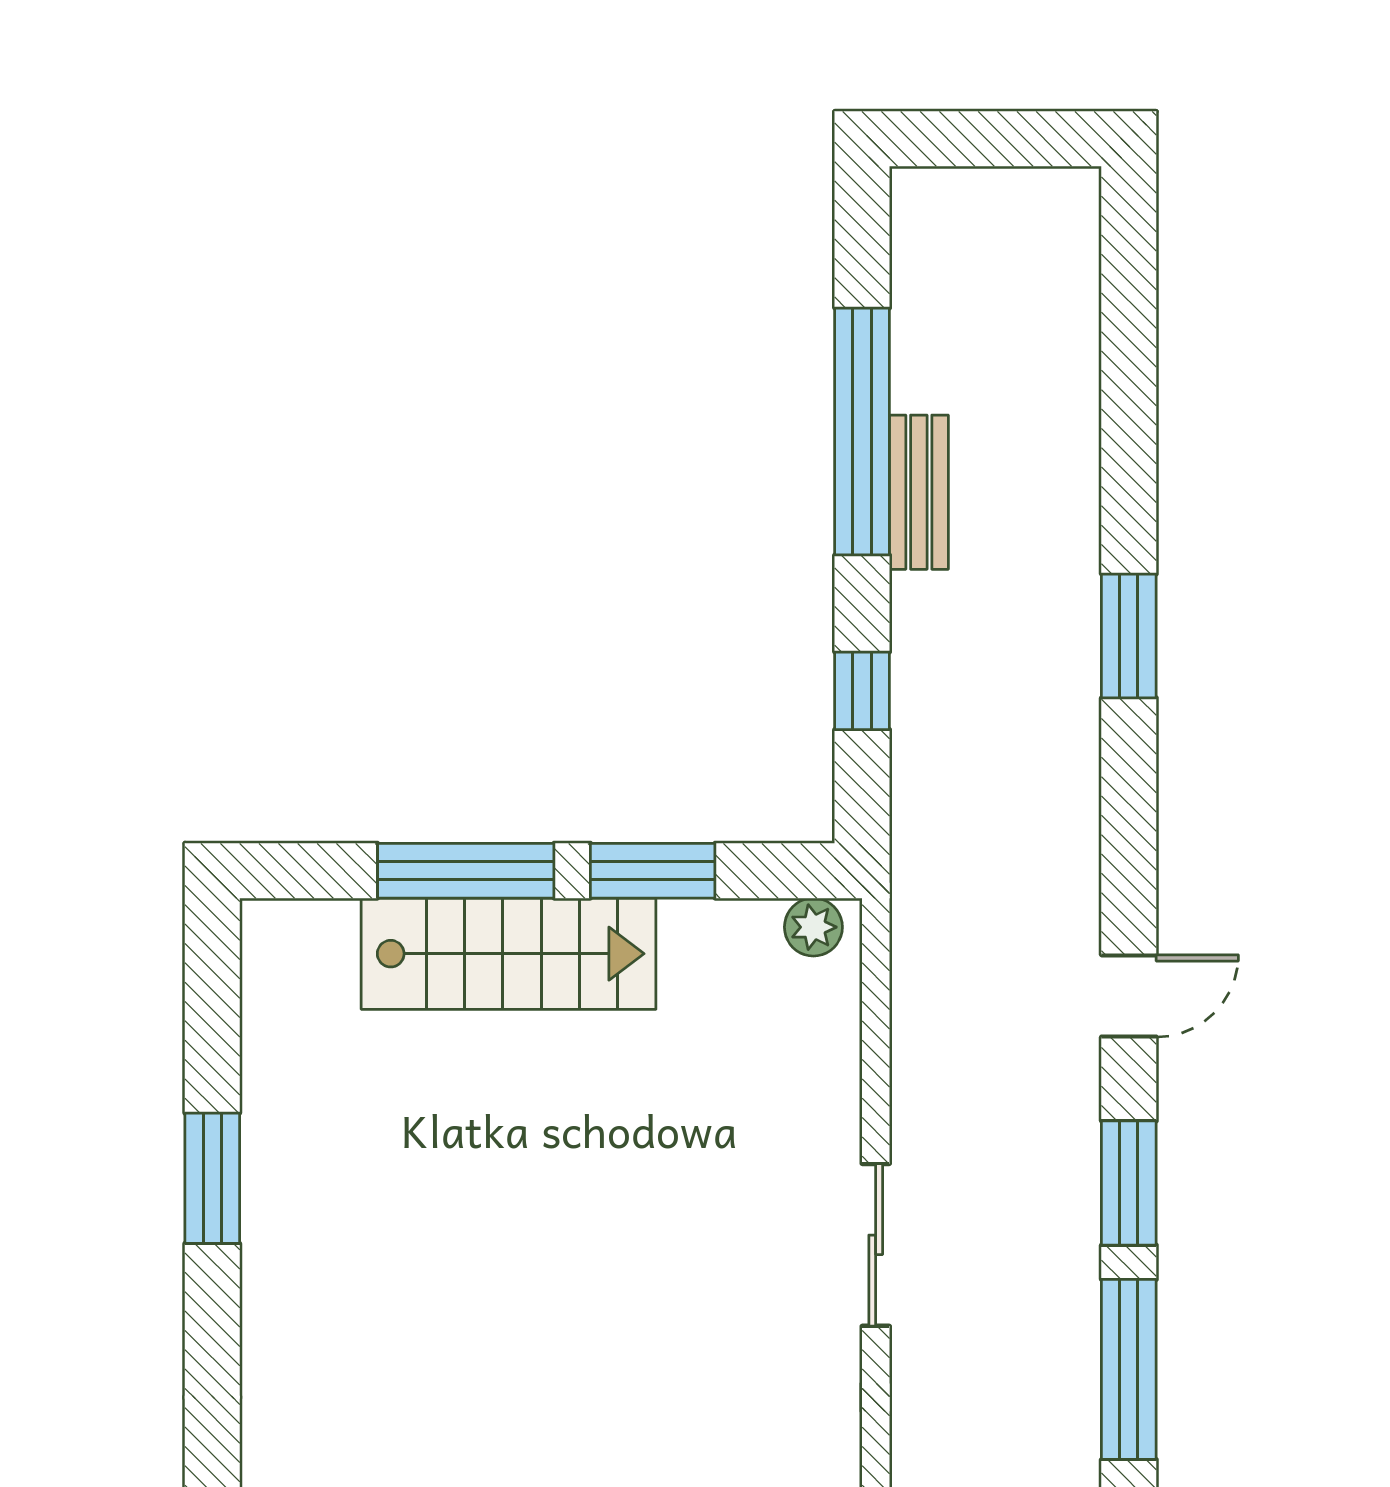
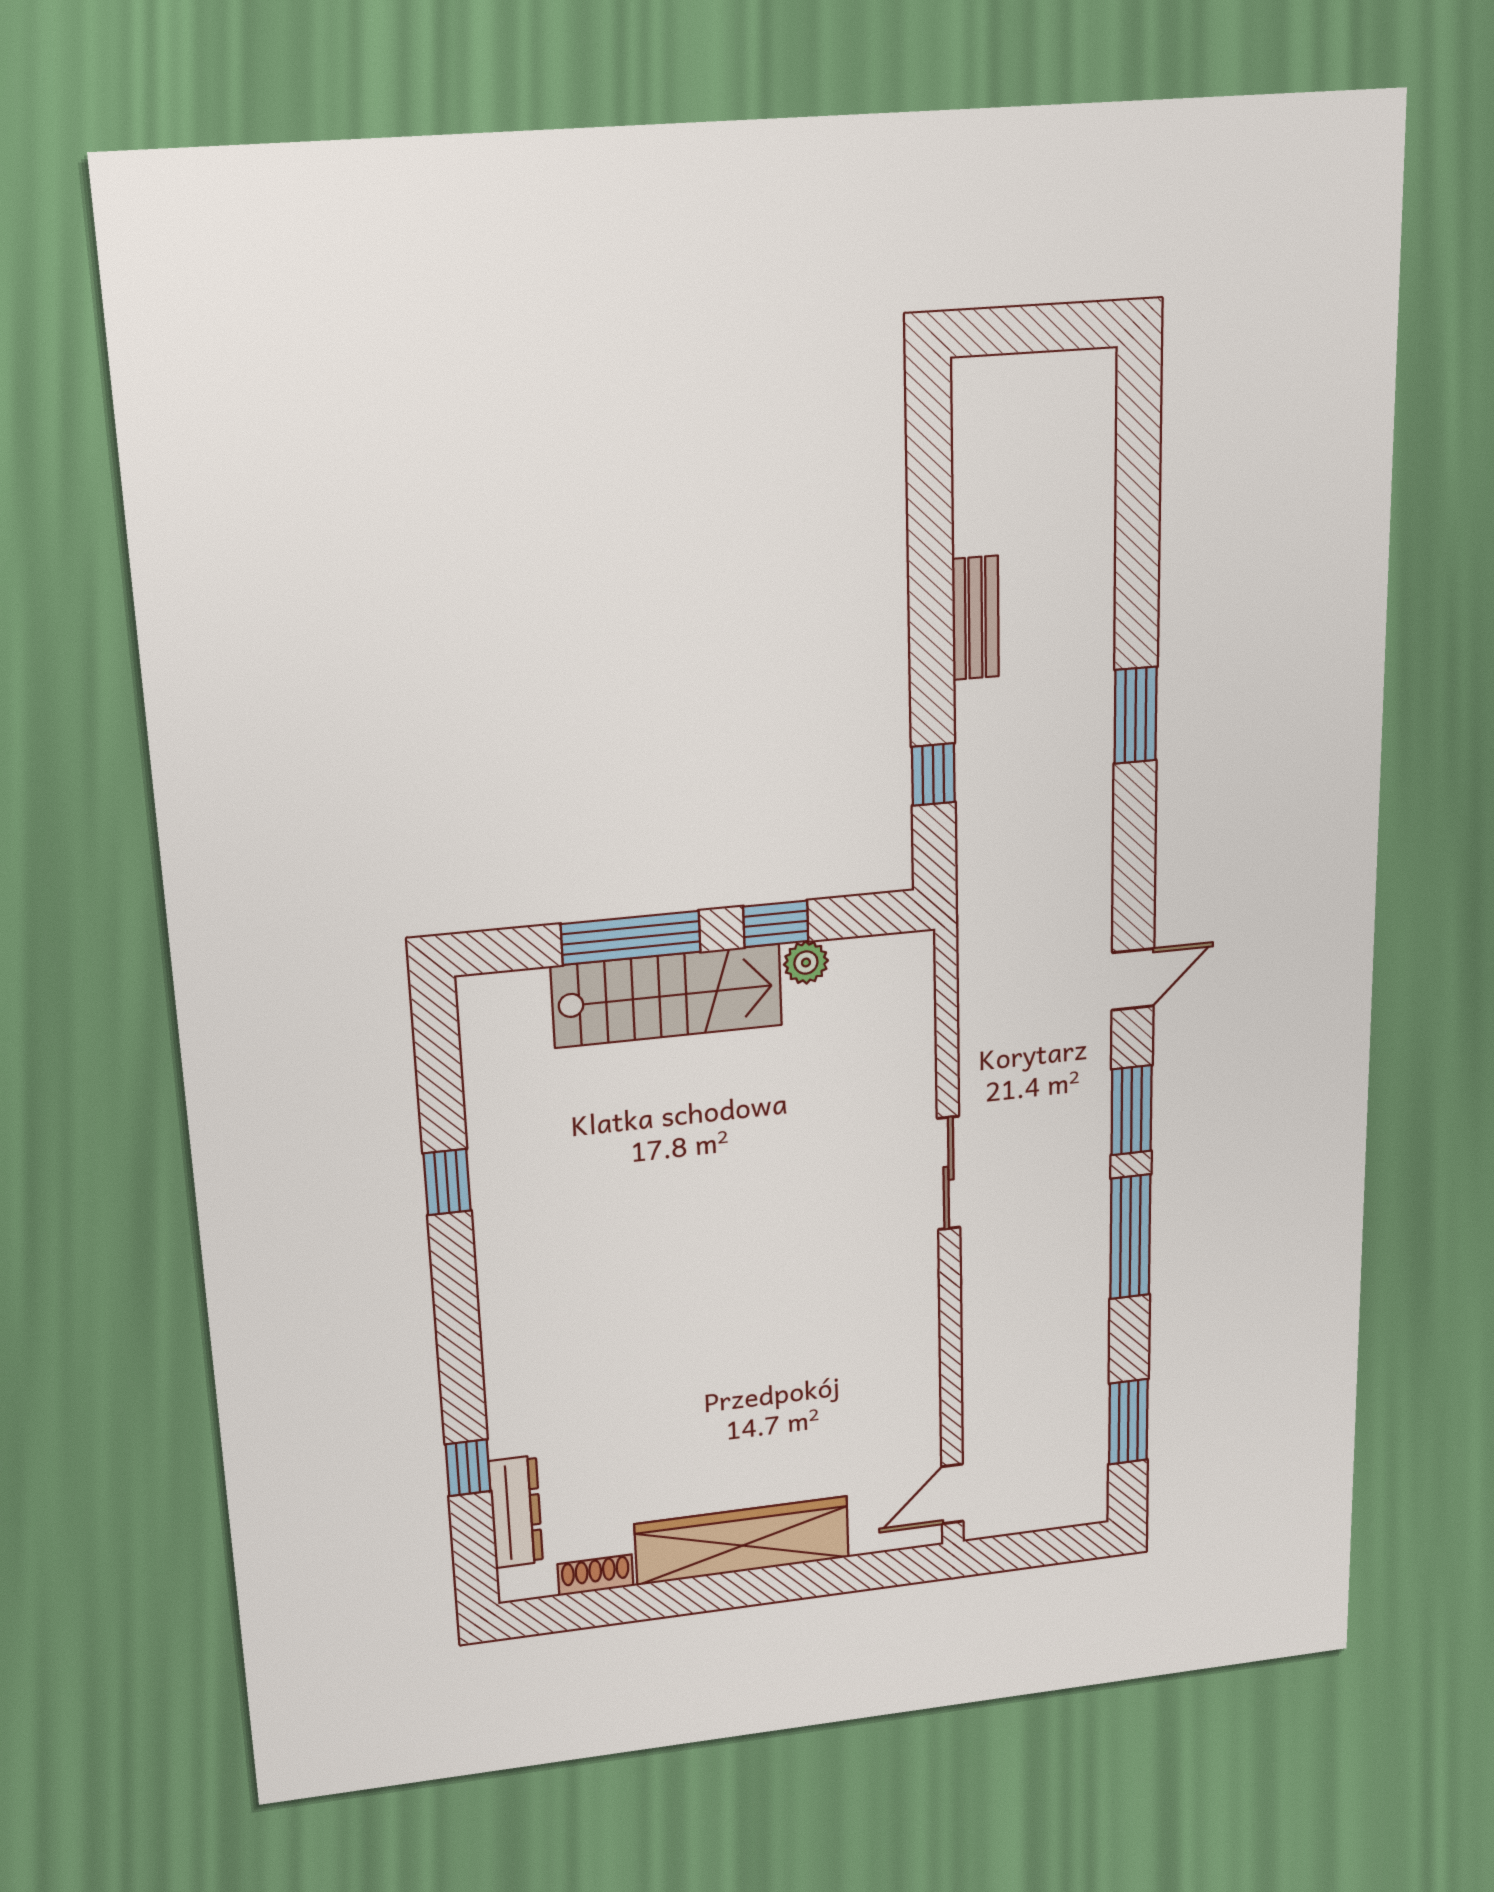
window: (862, 431) -> (931, 574), removed
window: (653, 871) -> (776, 924), width x0.67
plant: (813, 927) -> (806, 962), moved
window: (212, 1178) -> (447, 1182), width x0.67

